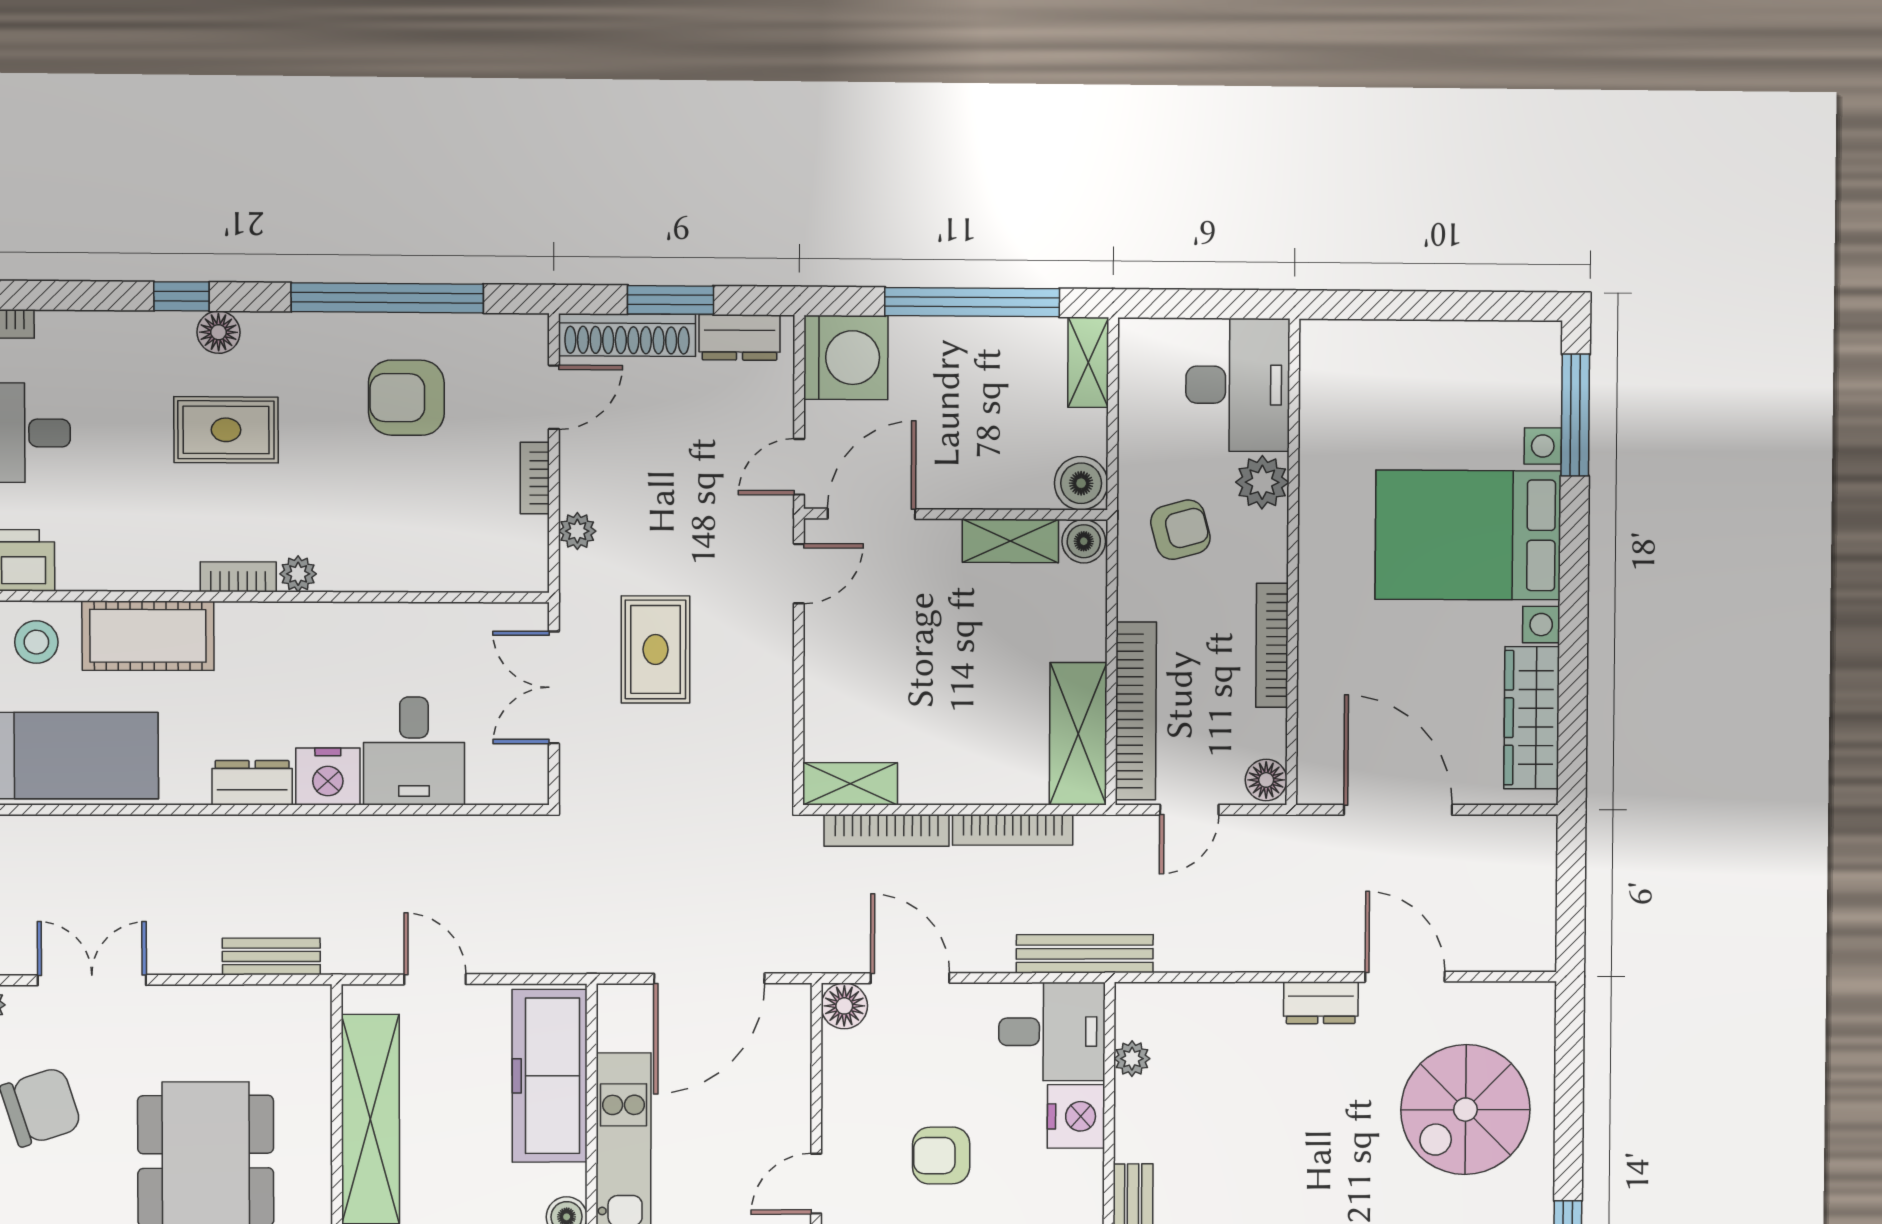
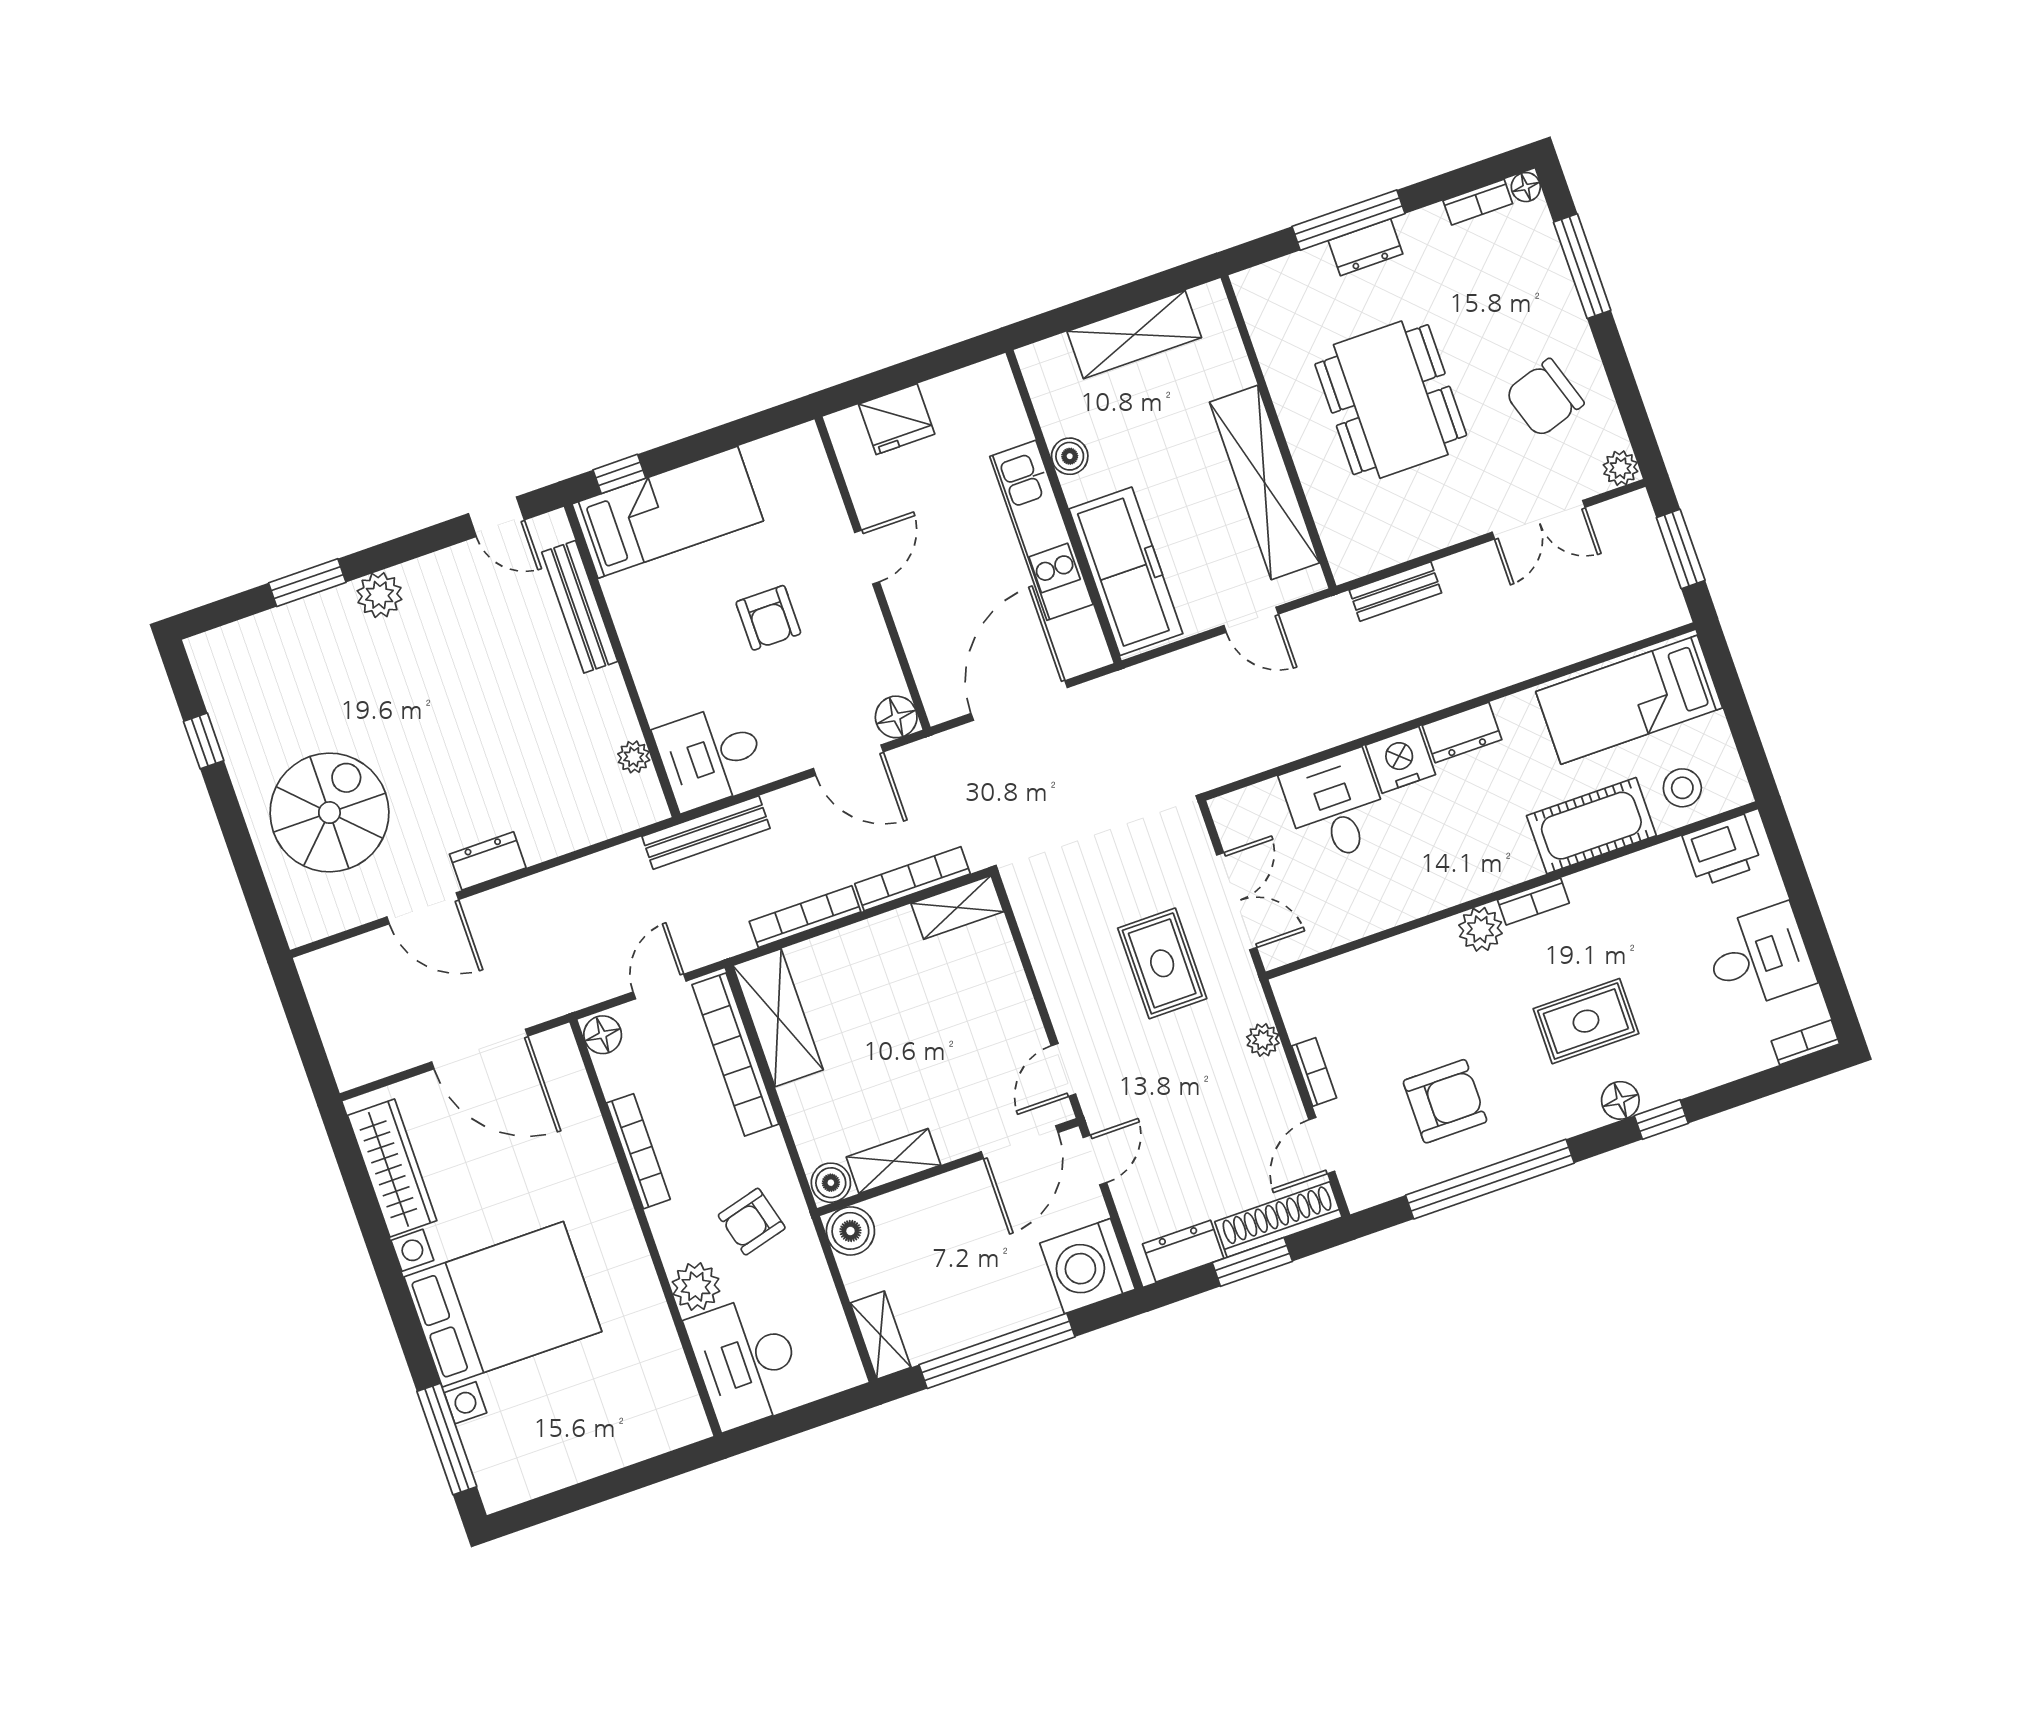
plant: (298, 574) -> (1481, 929), width x1.38, depth x1.38
nightstand: (1076, 1116) -> (664, 691), removed
armchair: (941, 1156) -> (768, 618), turned 90

